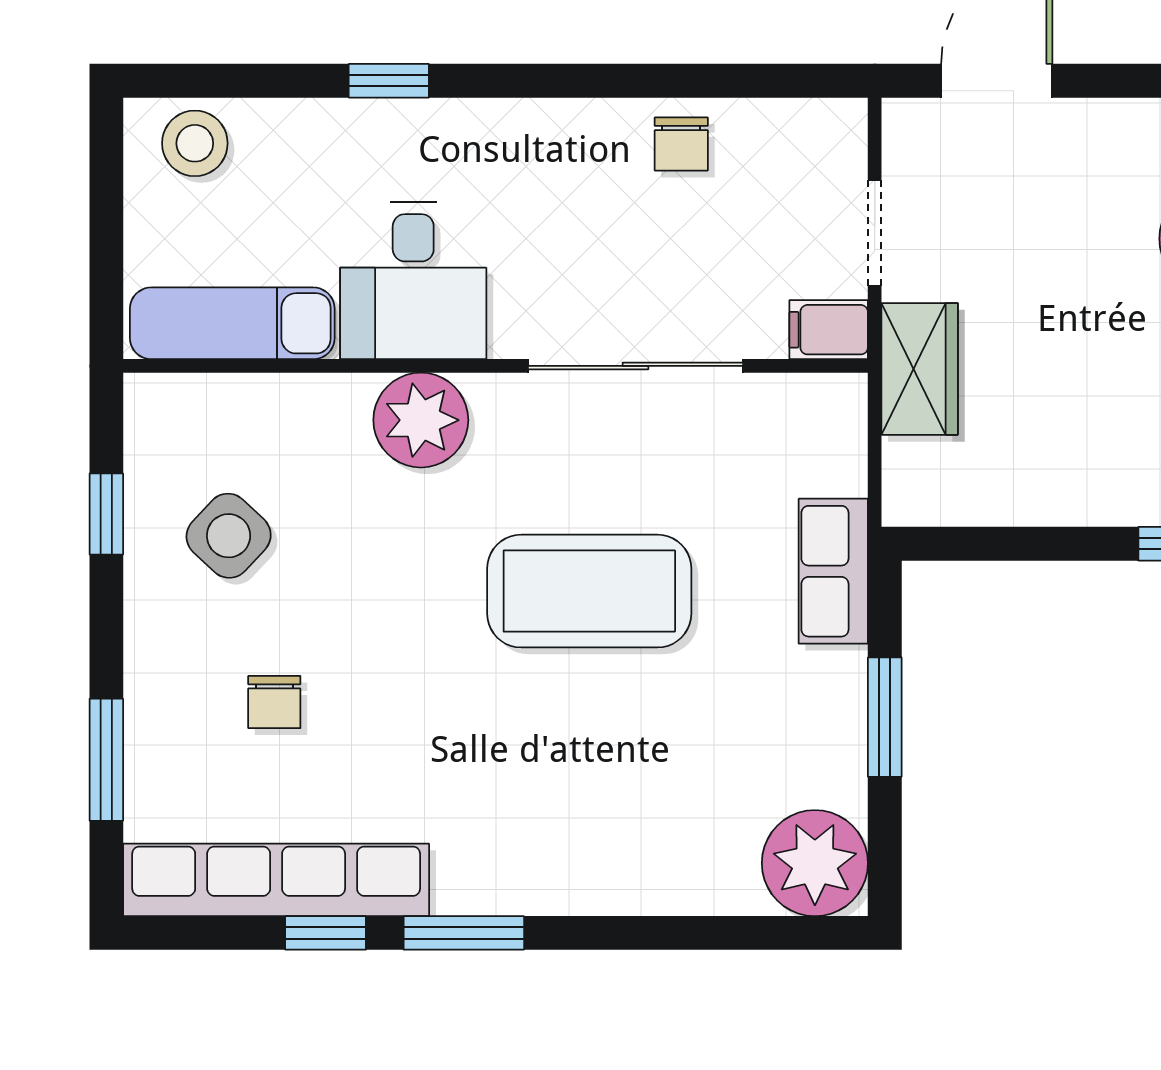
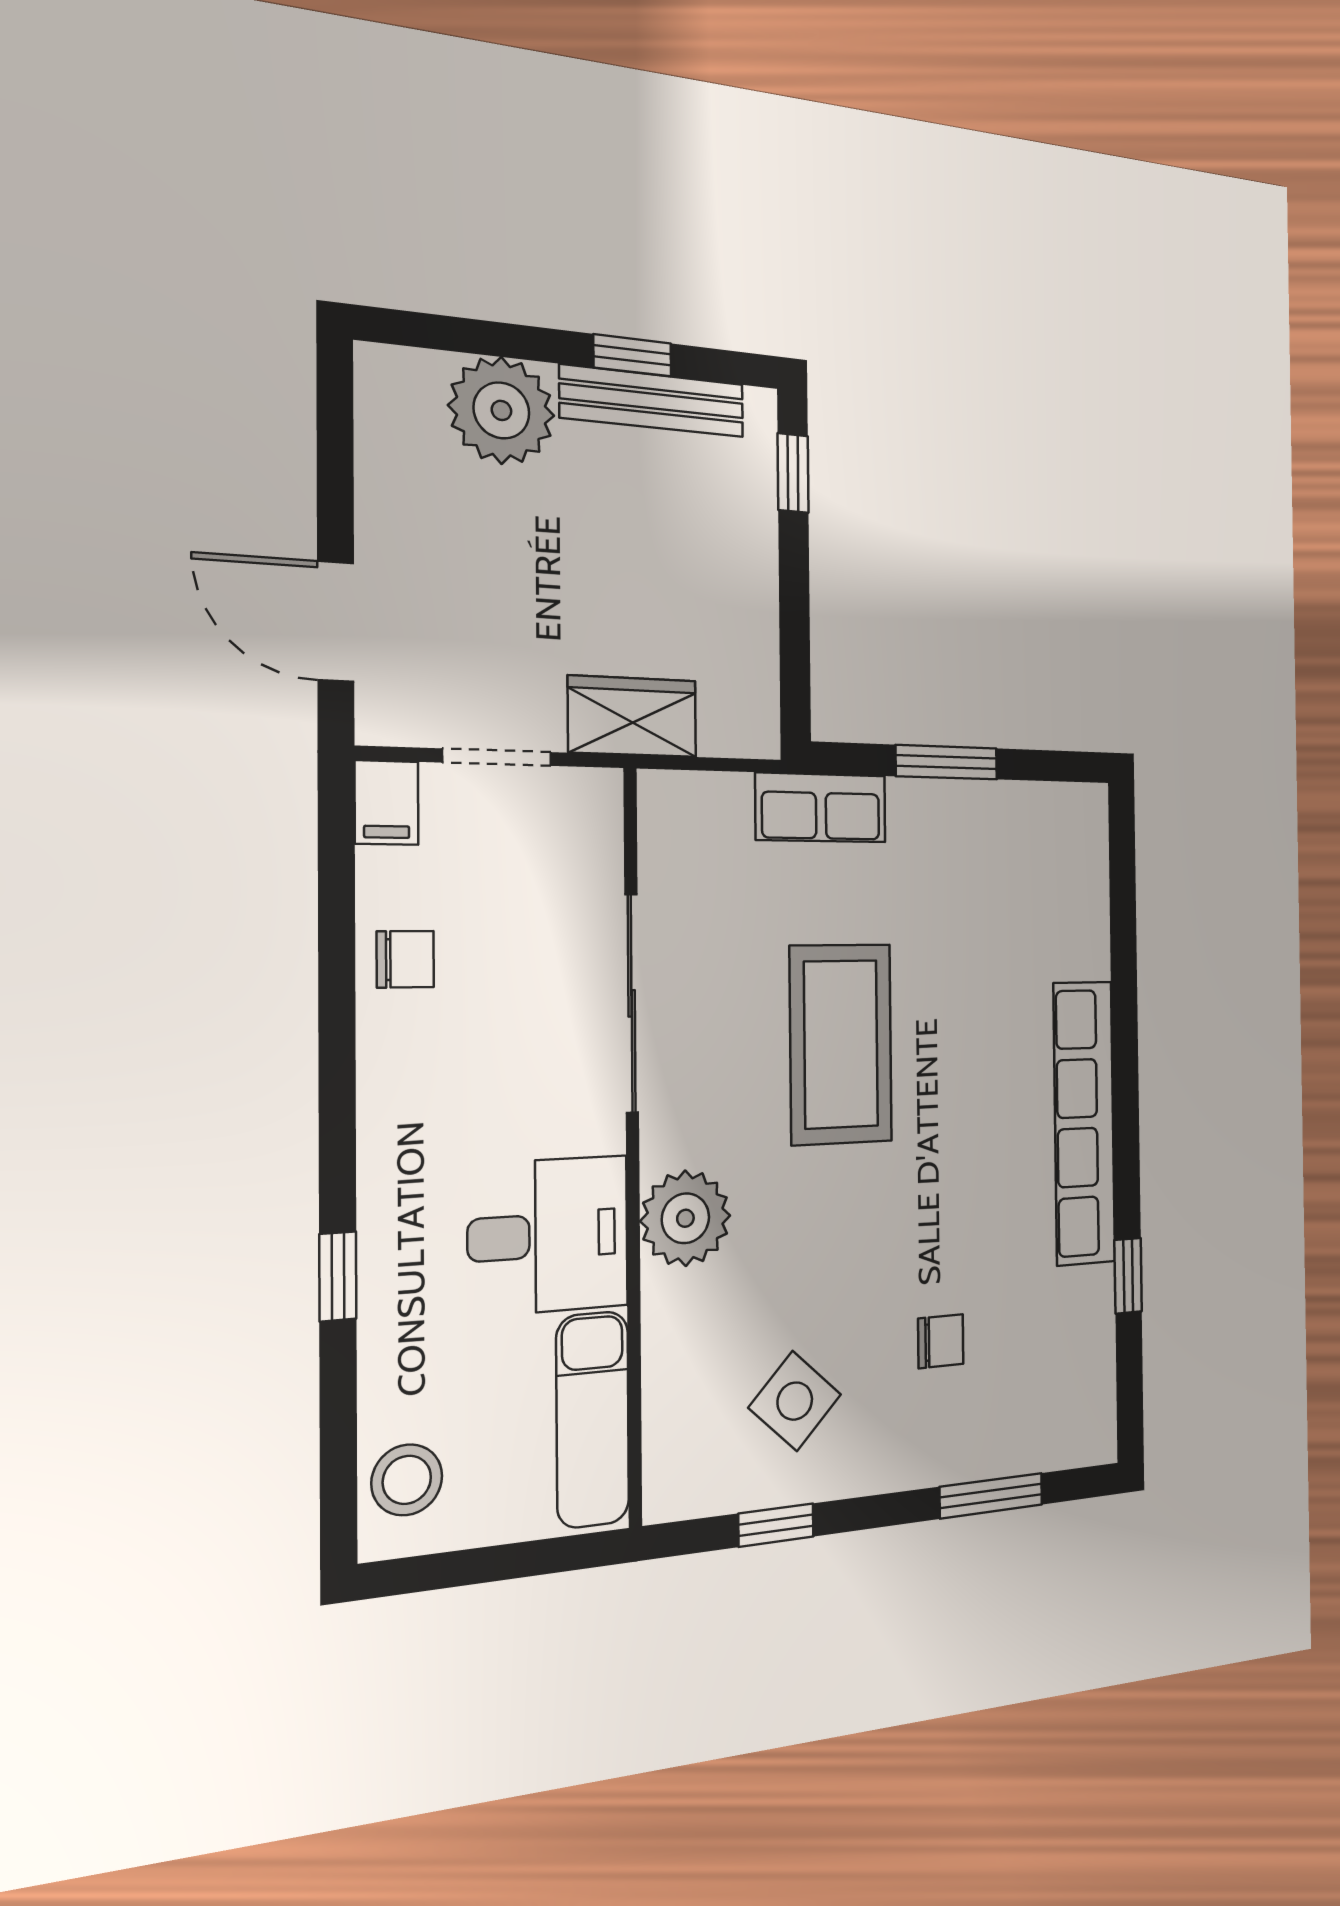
filing cabinet: (829, 330) -> (387, 803), moved
plant: (815, 863) -> (1067, 830), removed
row of seats: (276, 880) -> (1084, 1123), moved
window: (464, 933) -> (1126, 1150), removed

